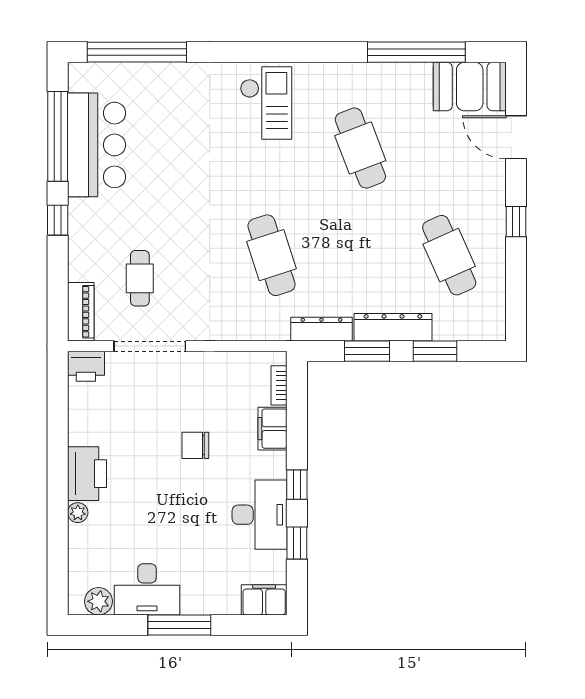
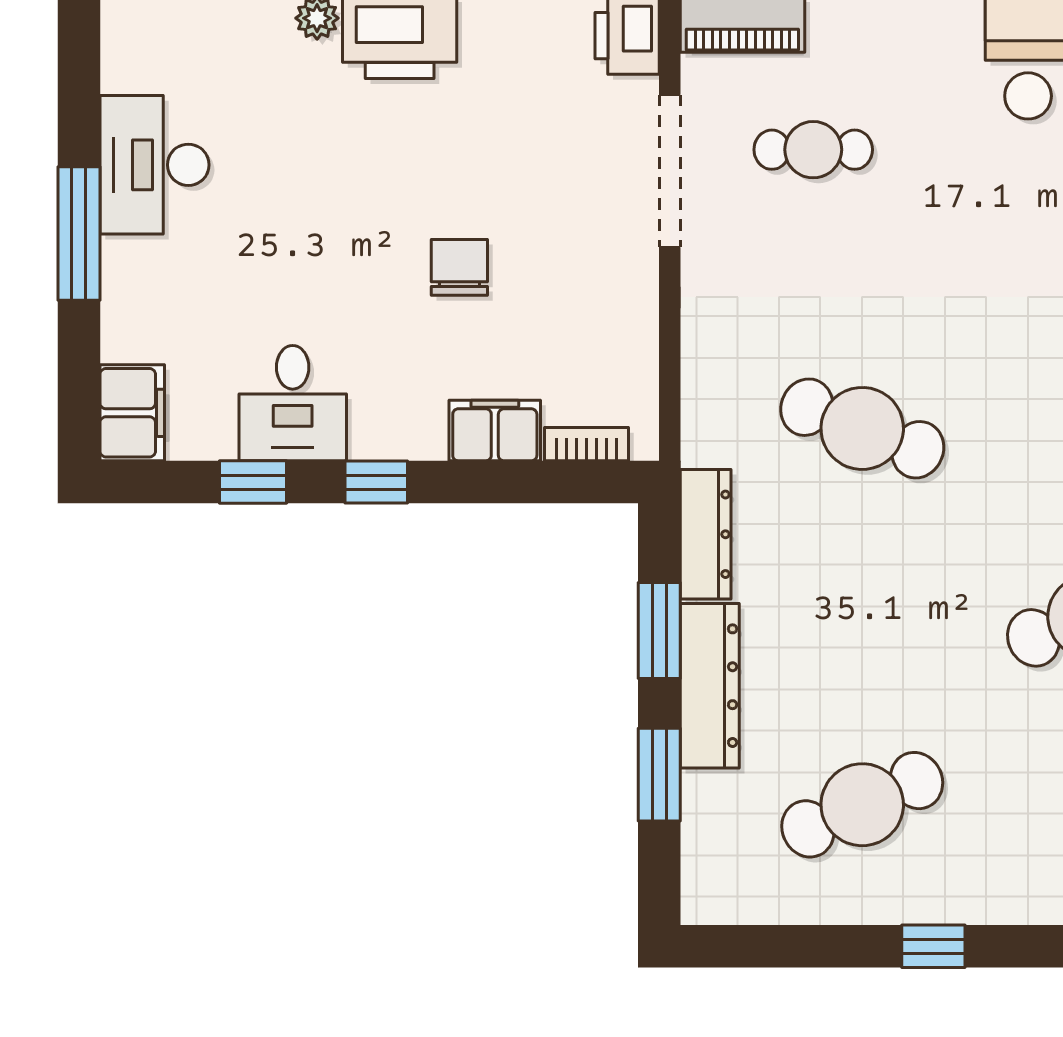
cafe table: (272, 255) -> (862, 428), turned 39
desk: (260, 515) -> (293, 403), width x0.73
plant: (98, 601) -> (129, 62), removed

